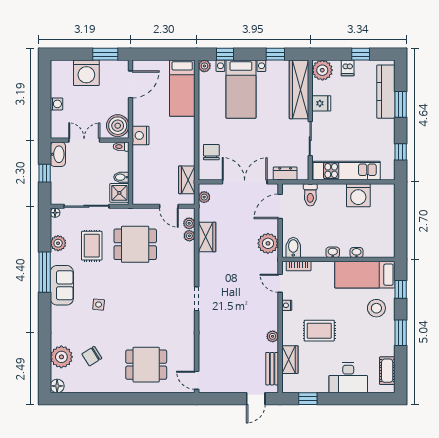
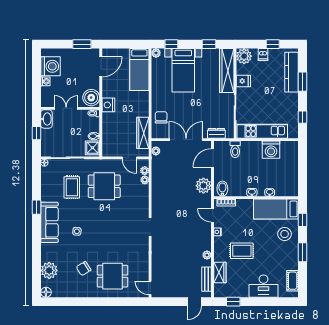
washing machine: (86, 73) -> (50, 66), moved, turned -90
wardrobe: (187, 180) -> (143, 133), width x1.50
wardrobe: (207, 237) -> (158, 181), removed
plant: (58, 243) -> (47, 185), removed
window: (45, 272) -> (37, 207), width x0.46
sofa: (62, 285) -> (49, 222), width x1.36
chair: (92, 356) -> (84, 269), moved

